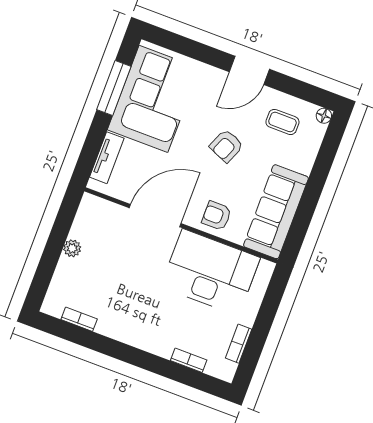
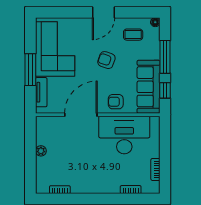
window: (114, 88) -> (30, 70), moved
armchair: (226, 146) -> (106, 60), turned 86
window: (319, 175) -> (165, 57), added
window: (299, 227) -> (165, 90), added

